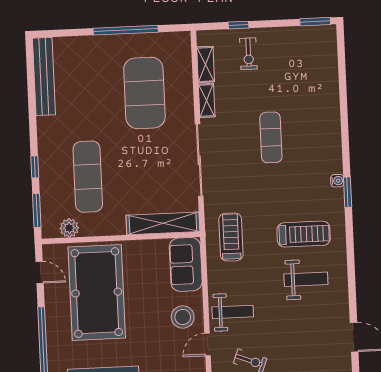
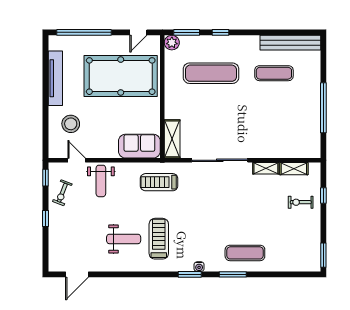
exercise mat: (144, 93) -> (274, 73), moved, width x0.50, depth x0.69
exercise mat: (271, 137) -> (245, 253), moved
window: (345, 137) -> (233, 274), added
shelving: (163, 223) -> (172, 139), width x0.68
plant: (69, 228) -> (172, 43), moved
treadmill: (304, 234) -> (159, 239), turned 180
treadmill: (231, 237) -> (159, 182), turned 180
weight bench: (306, 279) -> (124, 239), turned -90
stool: (183, 317) -> (71, 124), moved

